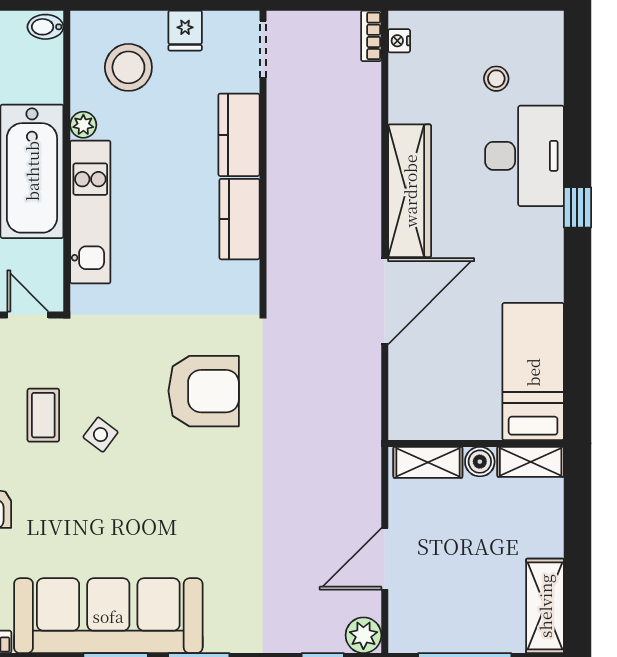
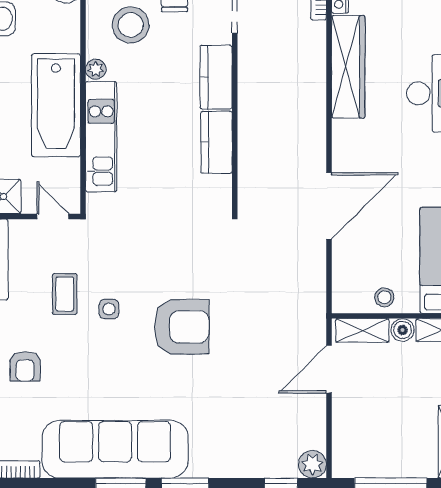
stool: (496, 79) -> (384, 297), moved
wardrobe: (410, 191) -> (348, 67), moved
armchair: (204, 391) -> (182, 327), moved
side table: (101, 435) -> (109, 309), turned -37
door: (385, 559) -> (329, 369), moved

